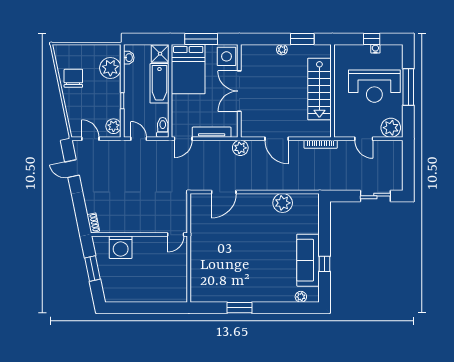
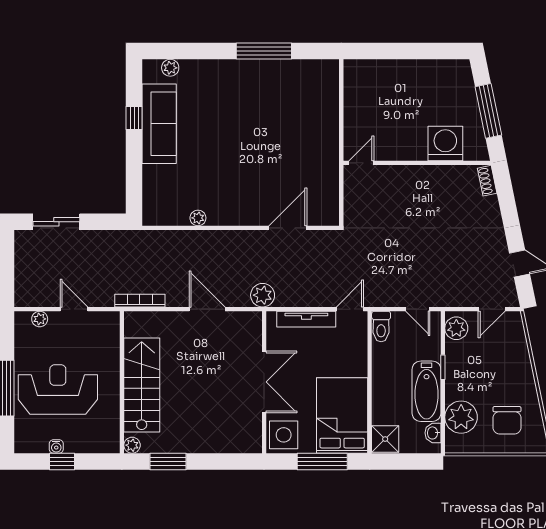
plant: (282, 50) -> (132, 445), moved
chair: (73, 78) -> (507, 420), moved
bathtub: (159, 83) -> (427, 391), moved, turned 180
plant: (391, 128) -> (40, 319), width x0.53, depth x0.53
door: (90, 139) -> (492, 309), hinge flipped
plant: (283, 203) -> (198, 218), width x0.53, depth x0.53
window: (92, 268) -> (488, 111), width x1.44
window: (239, 308) -> (264, 51), width x1.44

